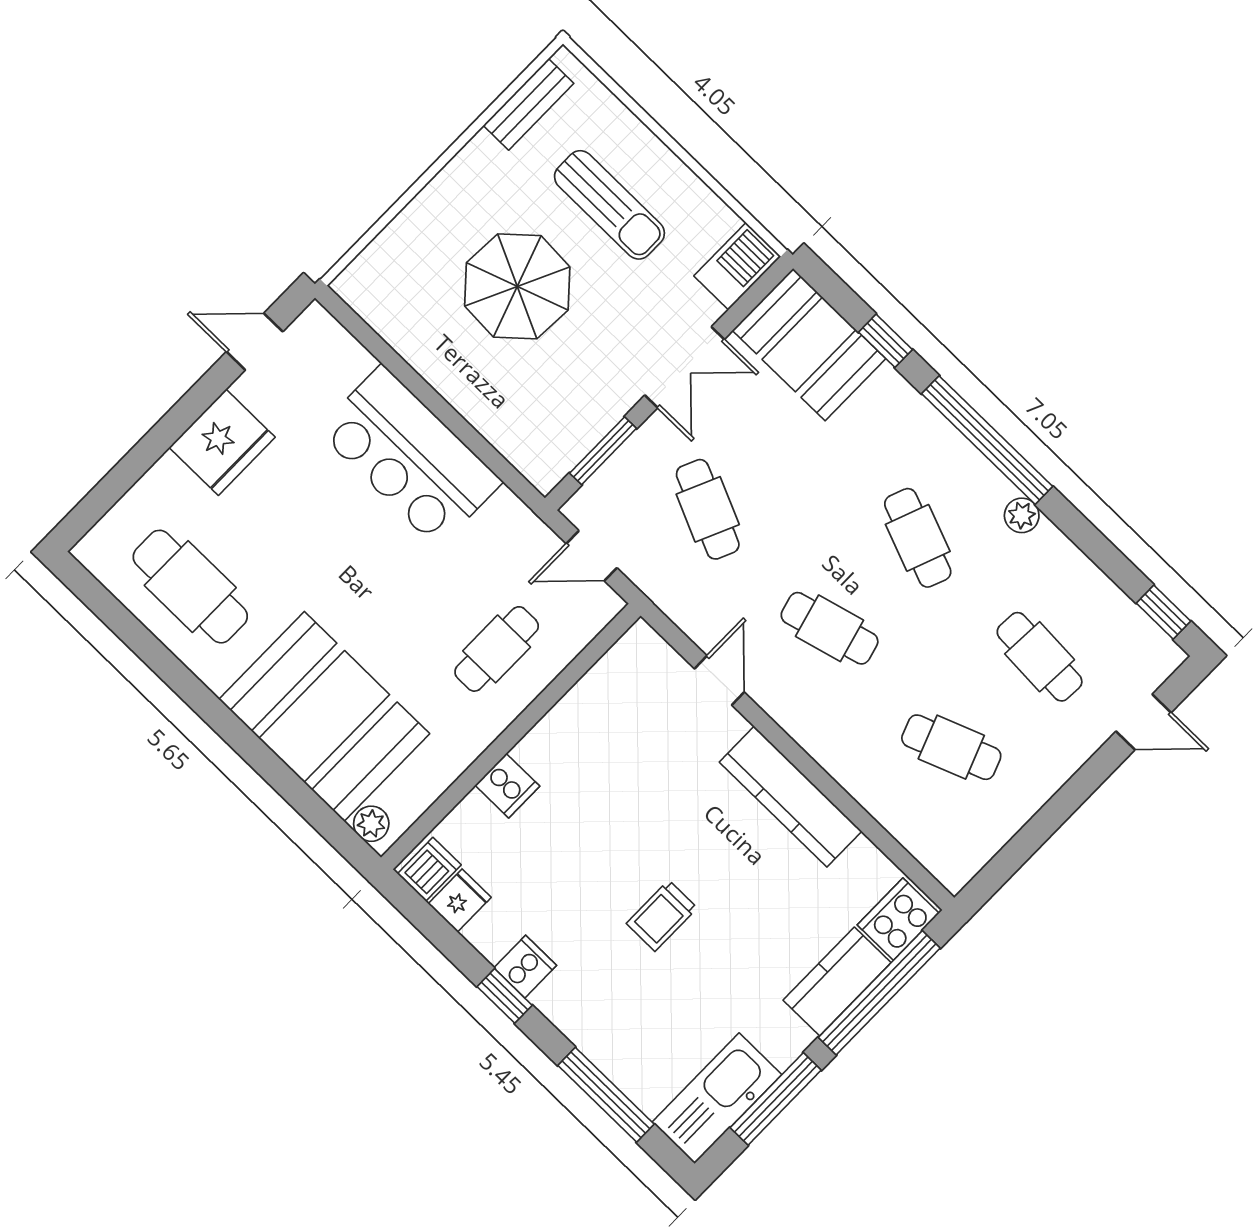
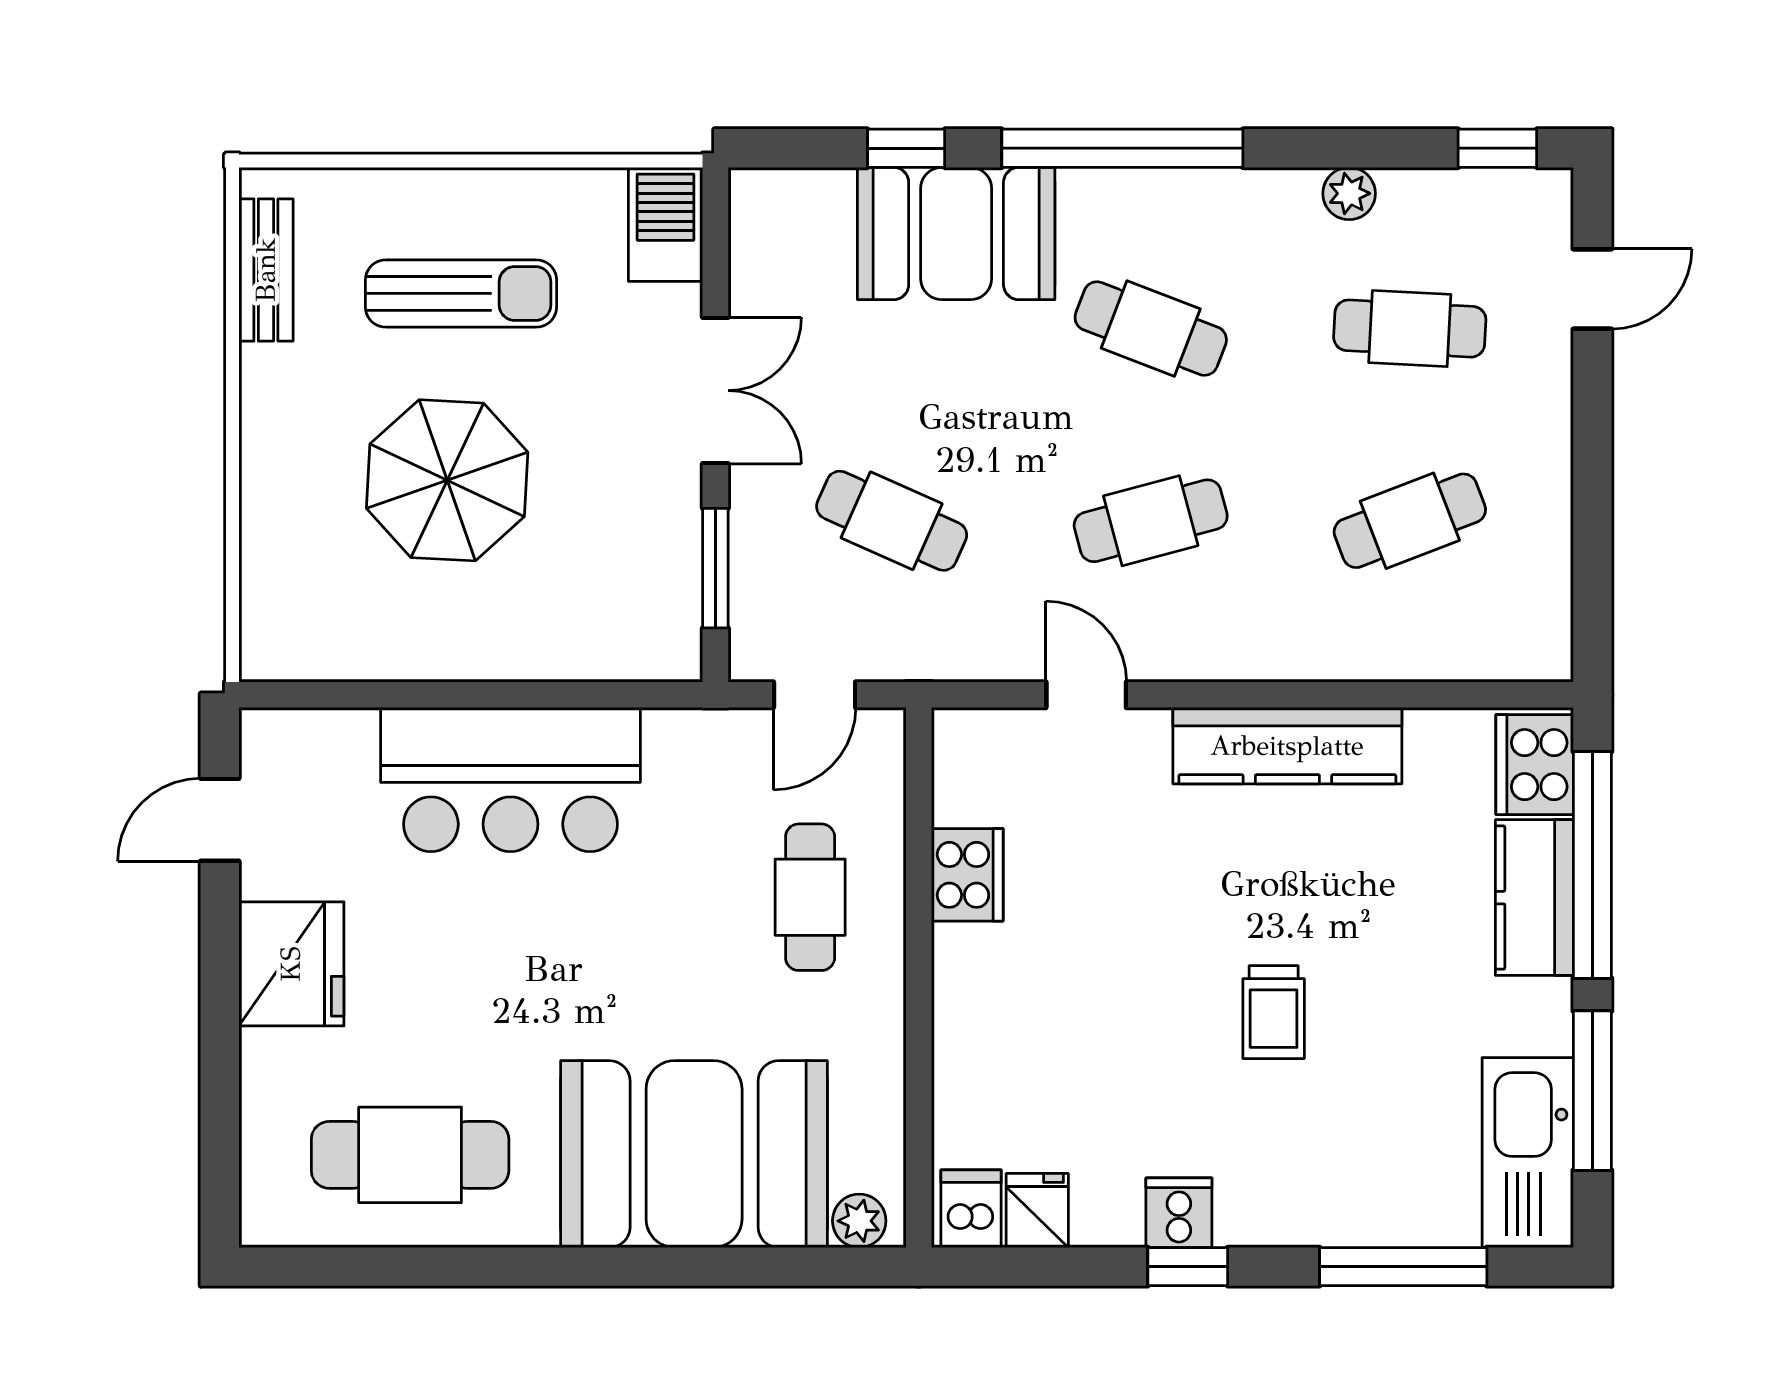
booth: (809, 345) -> (956, 233), moved
plant: (1022, 515) -> (1349, 193), moved
cooker: (507, 786) -> (967, 875), moved, width x1.36

